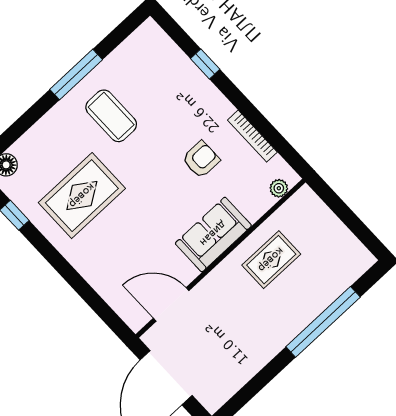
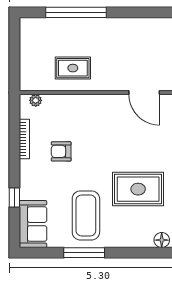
coffee table: (111, 116) -> (86, 215), width x1.36, depth x1.32
sofa: (213, 234) -> (33, 224), moved, turned -90

